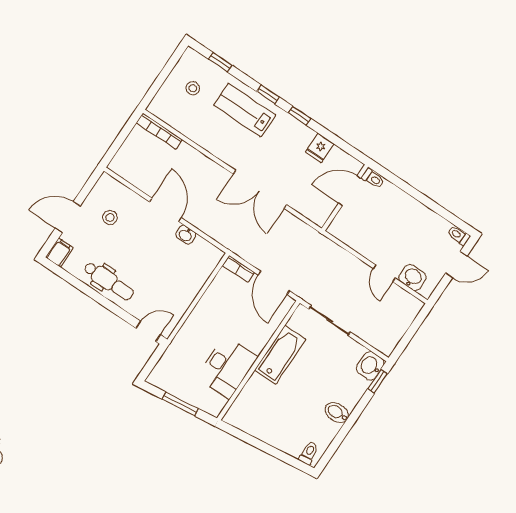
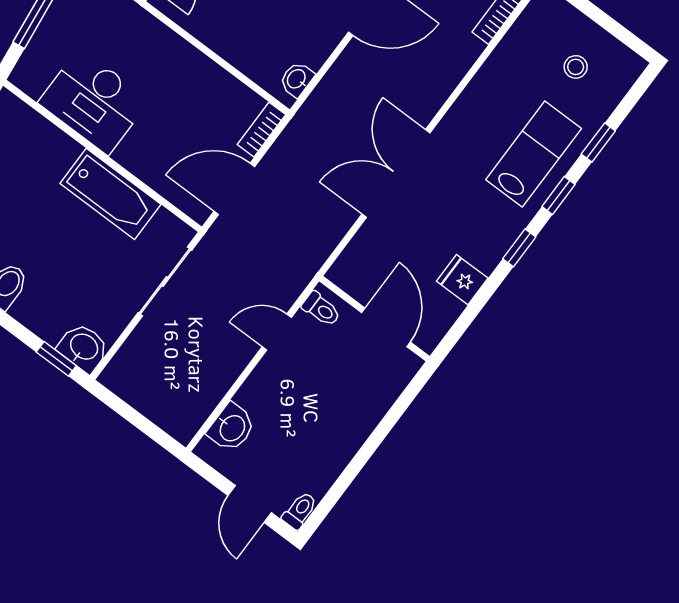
window: (220, 62) -> (598, 142), moved
toilet: (373, 179) -> (321, 309), moved, turned -90
washbasin: (186, 235) -> (297, 79), moved
door: (384, 273) -> (277, 332), moved

